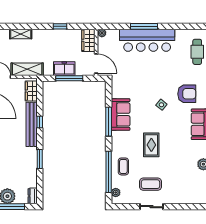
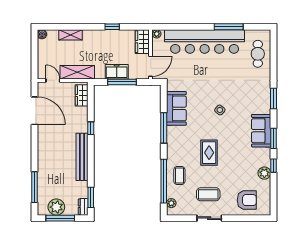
window: (144, 26) -> (229, 27), moved
bar counter: (147, 40) -> (205, 42), width x1.36
door: (96, 63) -> (151, 66), hinge flipped
armchair: (187, 94) -> (247, 200), moved
sofa: (121, 114) -> (176, 108), moved
bench: (32, 124) -> (82, 157), moved
window: (40, 159) -> (91, 197), moved

